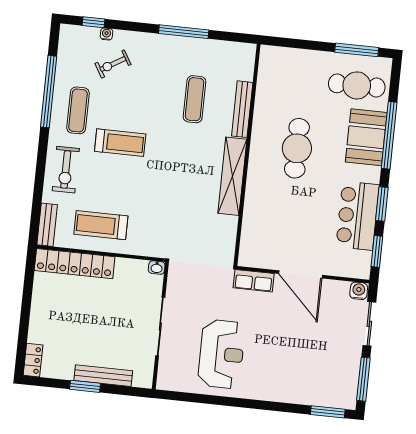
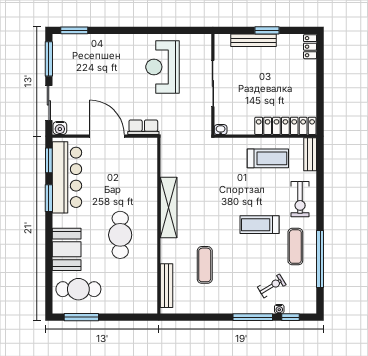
window: (184, 32) -> (253, 317), moved
bench: (242, 109) -> (166, 286), moved
window: (389, 135) -> (49, 253), removed
exercise bike: (66, 170) -> (300, 199), turned 180
bar counter: (358, 216) -> (67, 177), width x1.36

